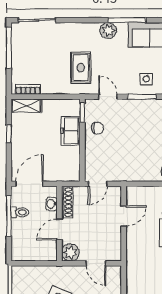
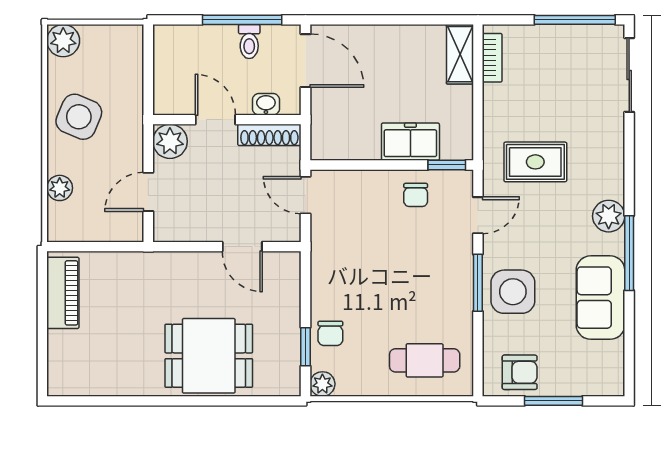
side table: (146, 79) -> (513, 292), width x1.87, depth x1.87
window: (9, 134) -> (404, 20), removed

